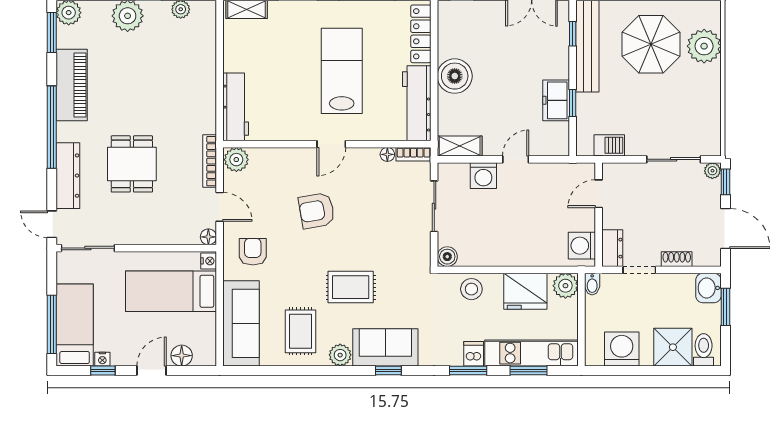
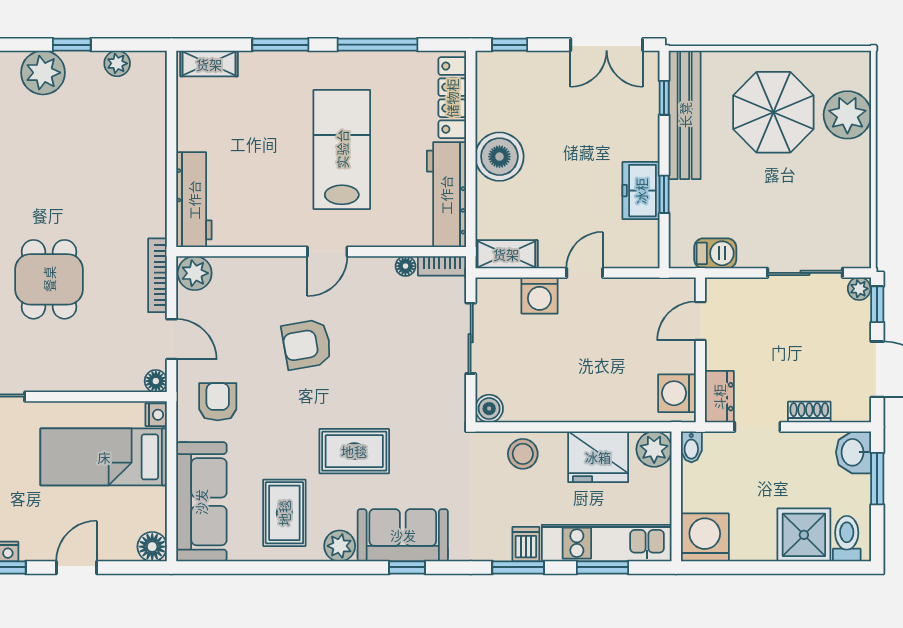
washing machine: (622, 349) -> (705, 537), moved
floor lamp: (182, 356) -> (152, 547), moved

